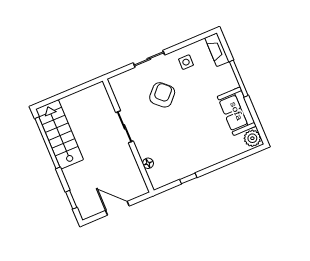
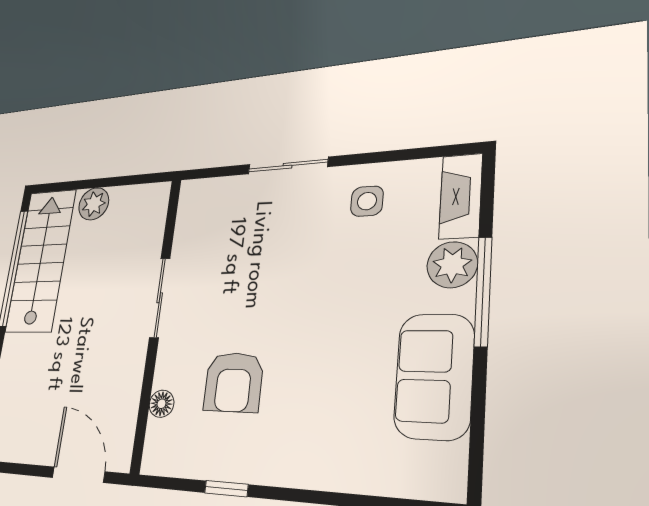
armchair: (162, 95) -> (233, 382), moved, turned 137
plant: (71, 102) -> (94, 204), added
plant: (252, 138) -> (452, 265), moved
door: (117, 208) -> (78, 475), moved

